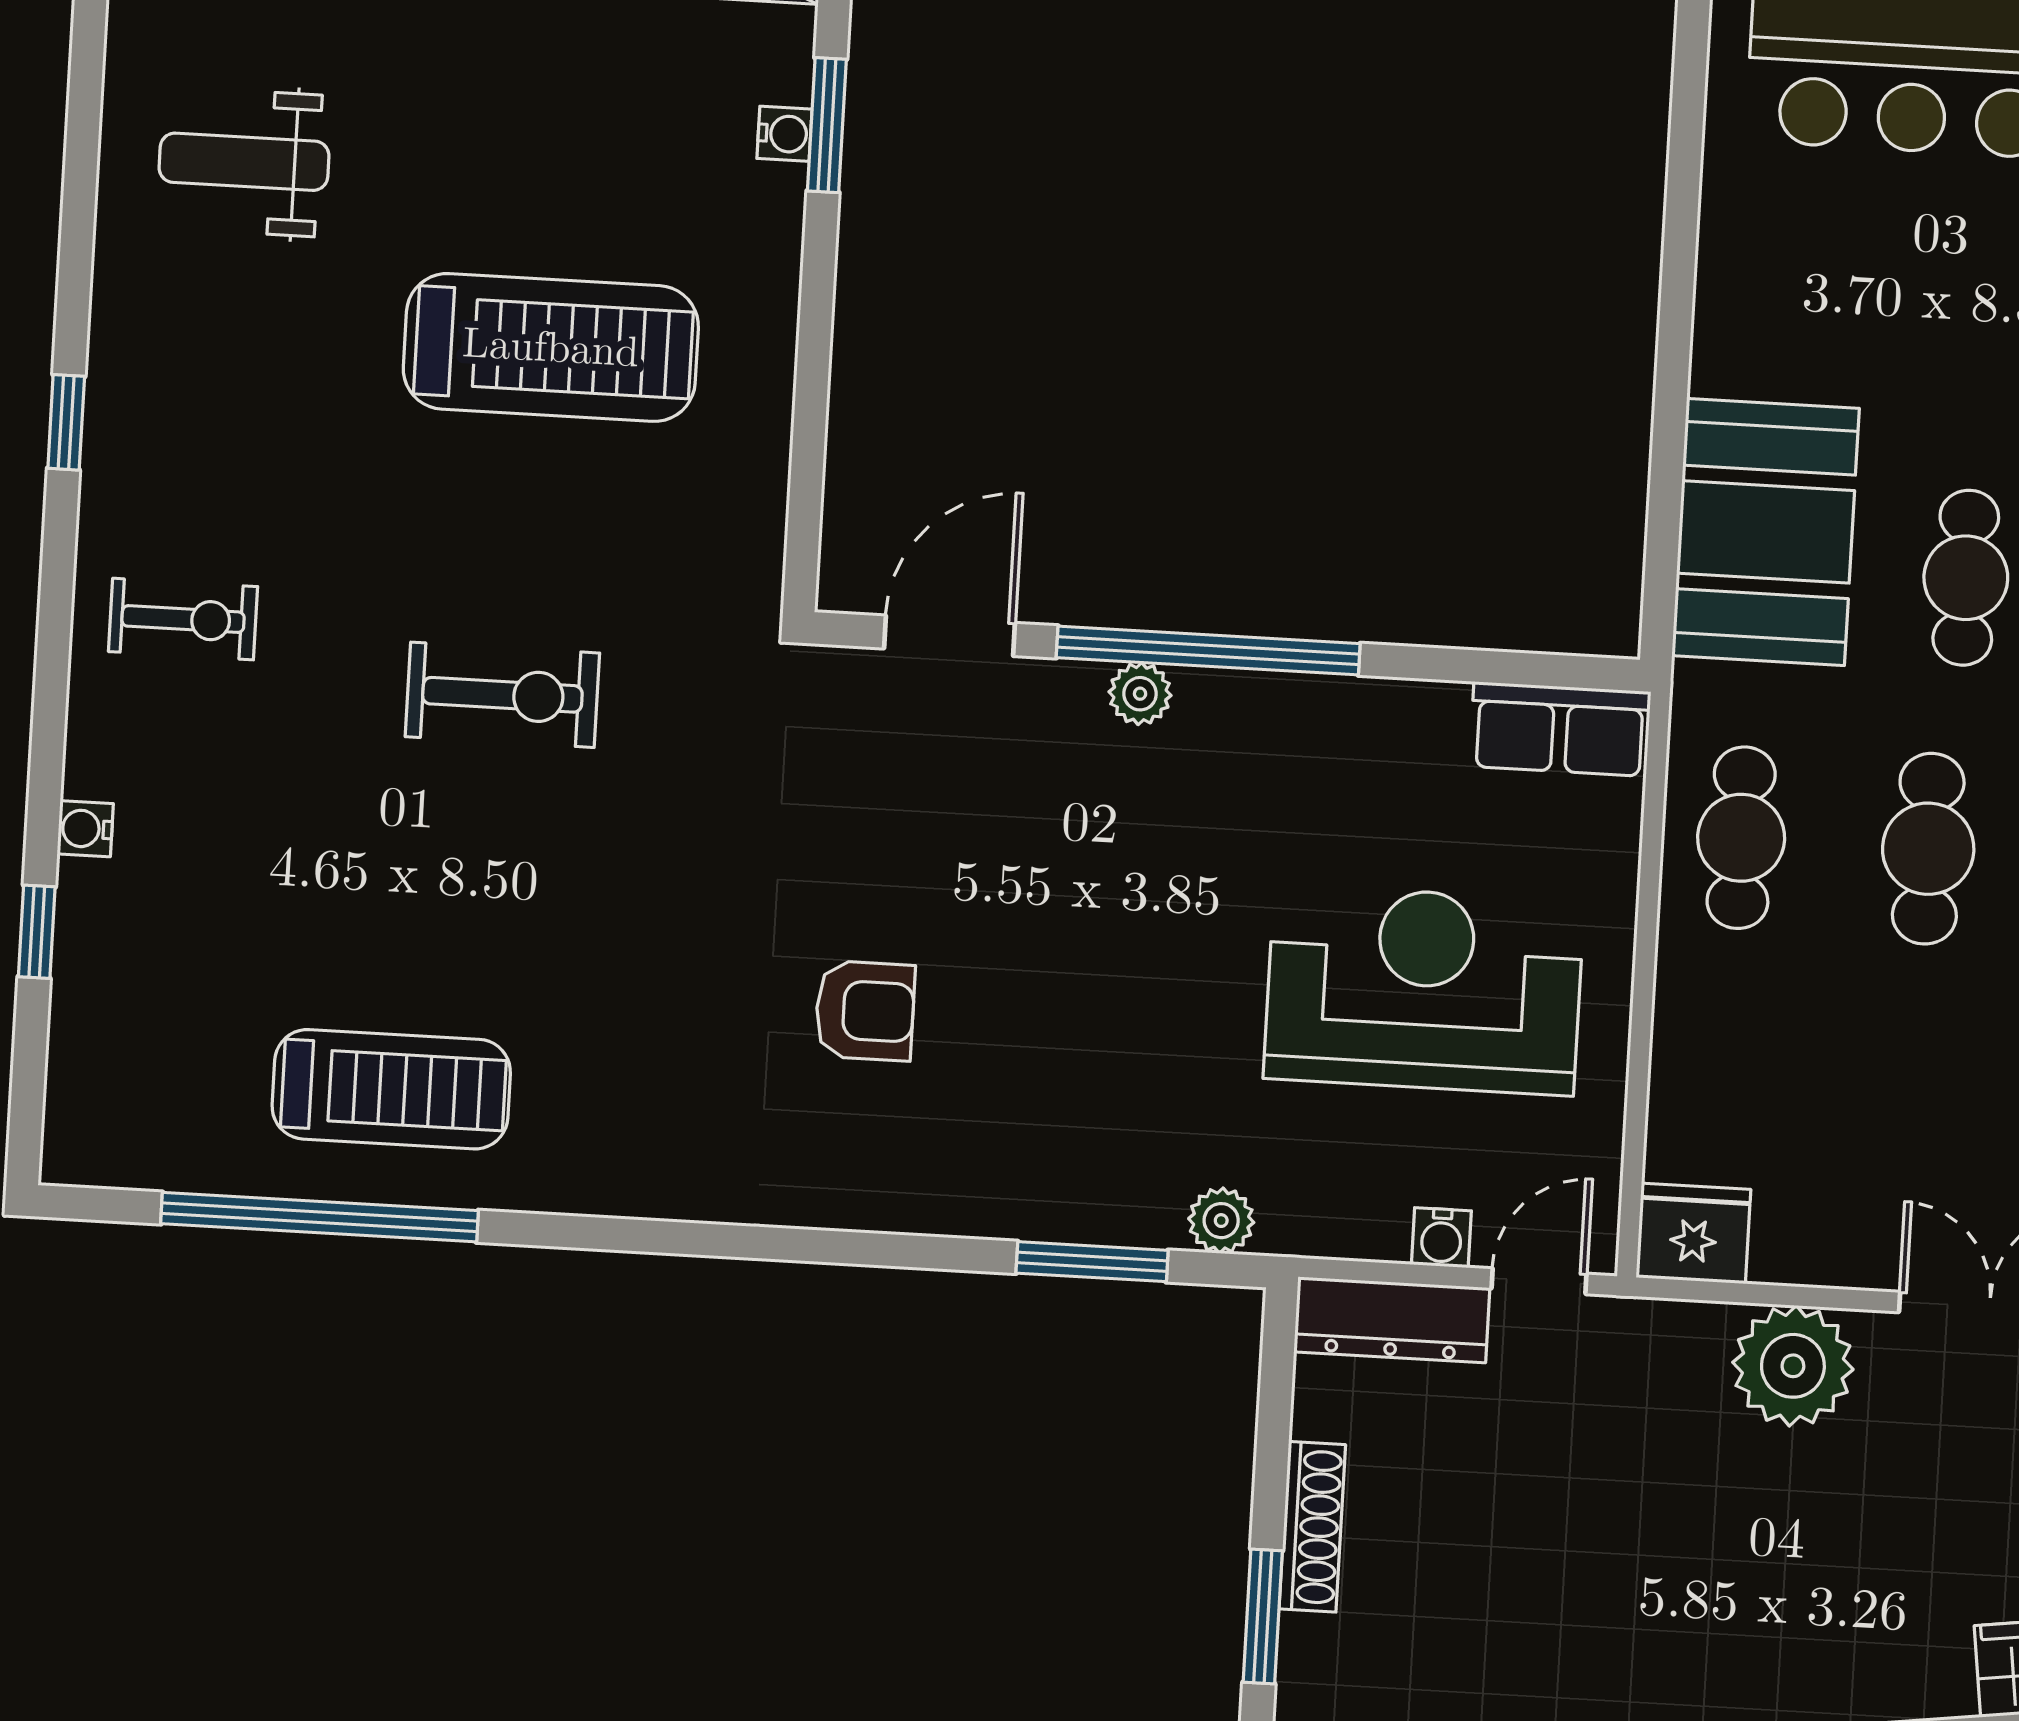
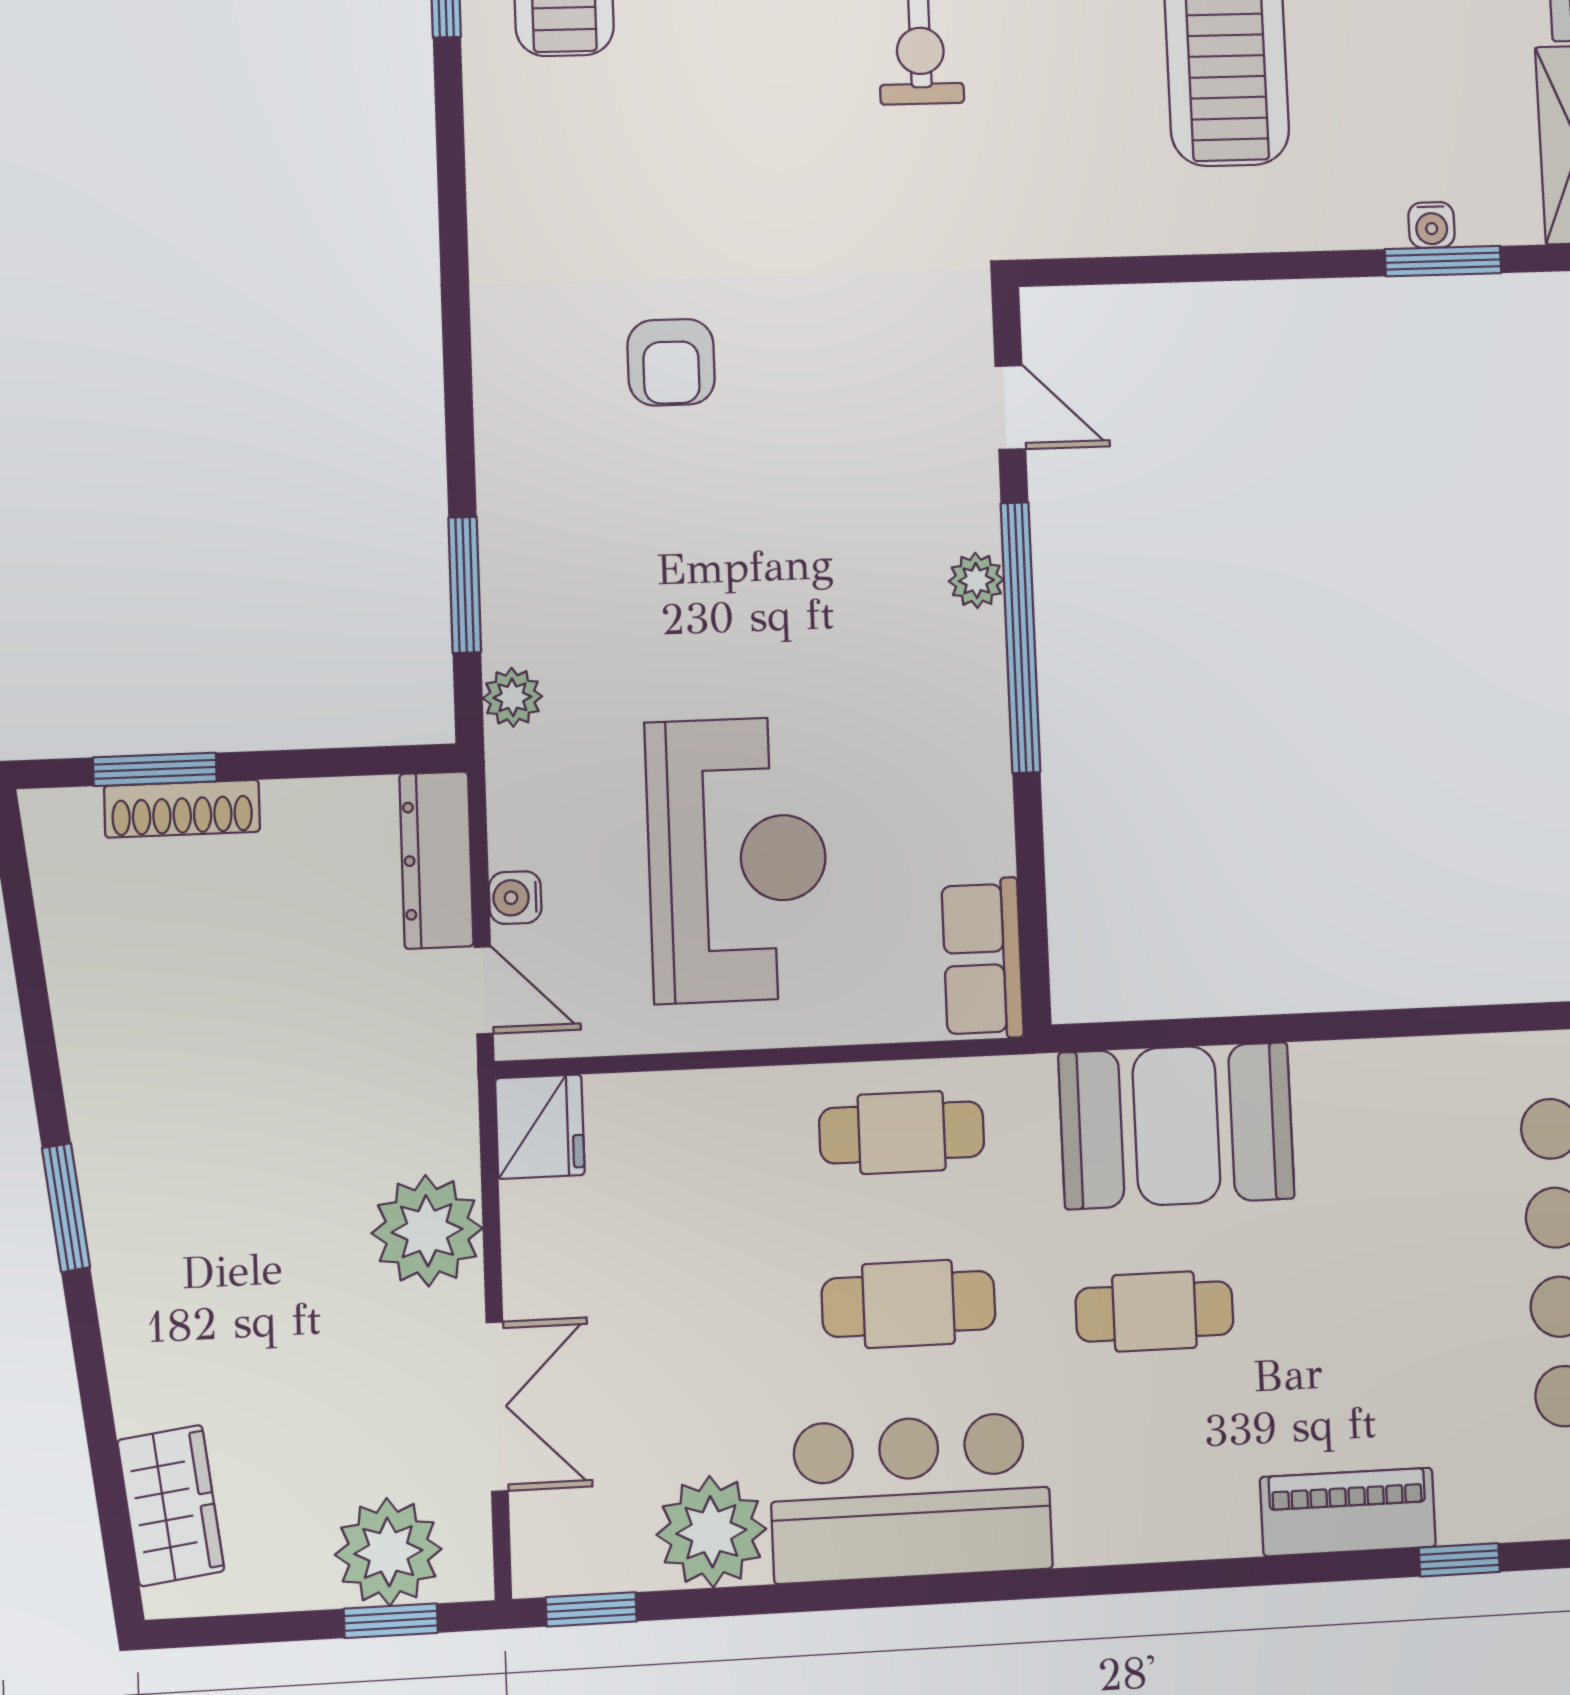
door: (950, 636) -> (1010, 408), width x0.73
shoe rack: (1312, 1527) -> (182, 809), moved

